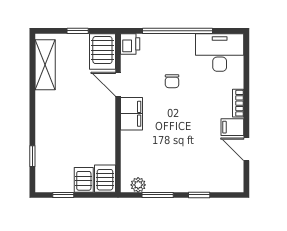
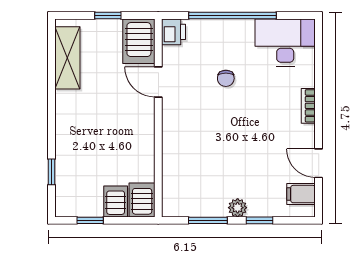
filing cabinet: (132, 114) -> (175, 119), removed
filing cabinet: (232, 127) -> (301, 194), moved
plant: (138, 185) -> (238, 208), moved

